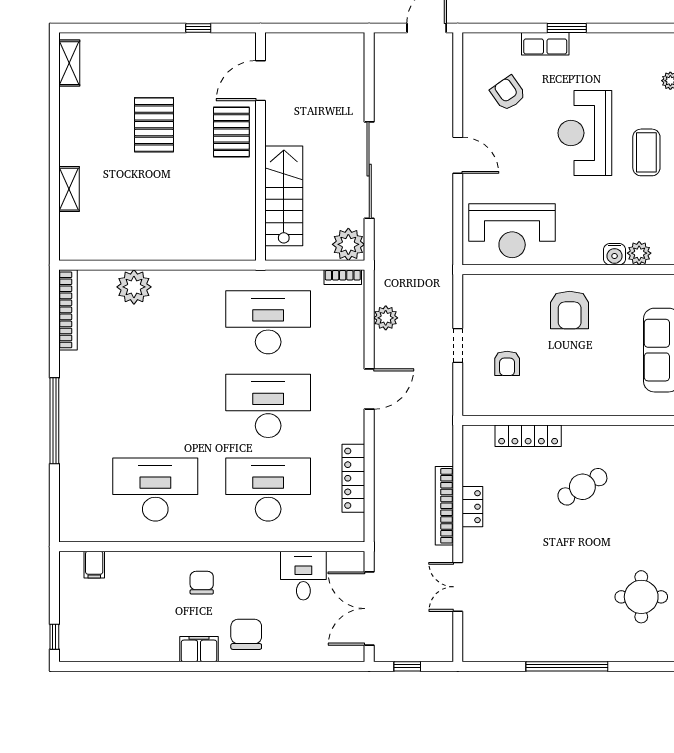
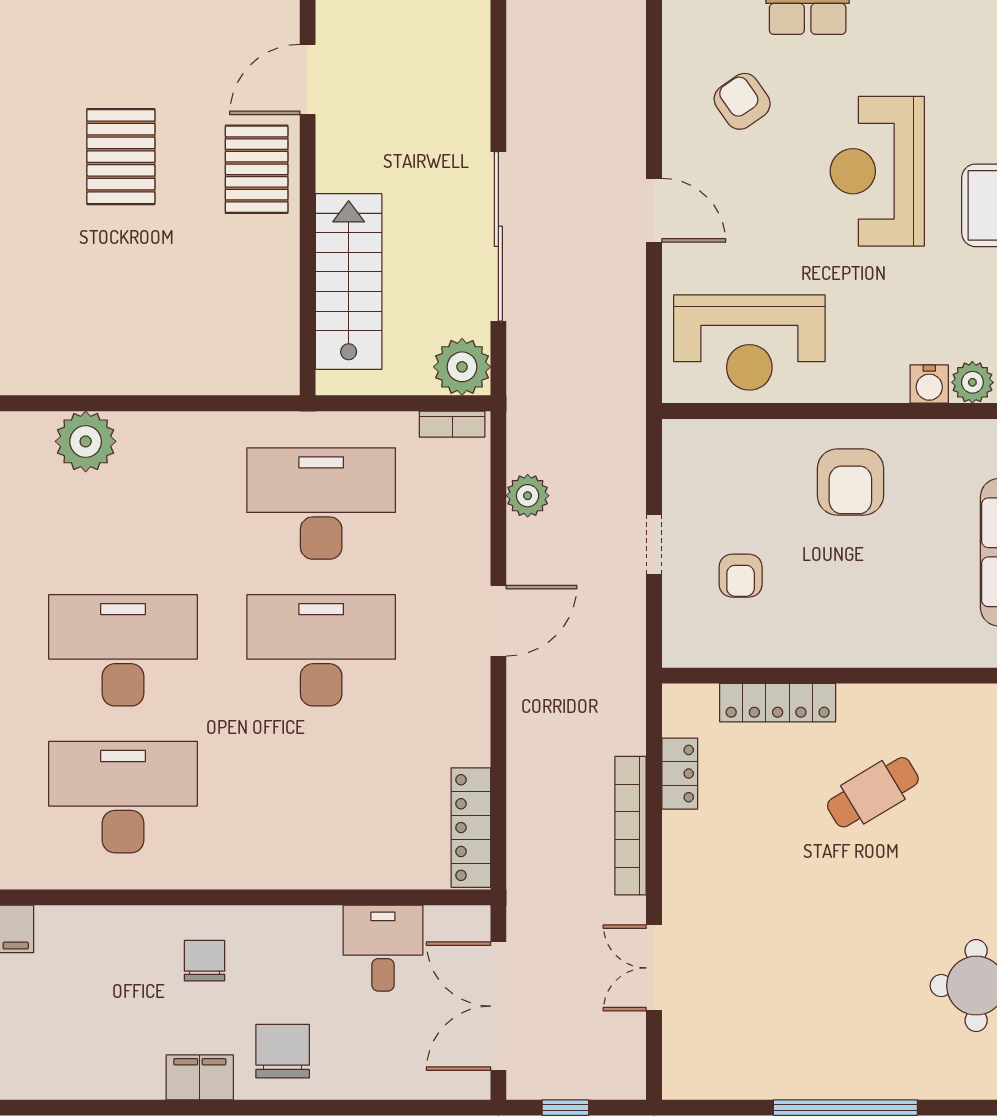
locker: (353, 478) -> (471, 828), moved
desk: (268, 490) -> (123, 650), moved
locker: (472, 507) -> (680, 774), moved

